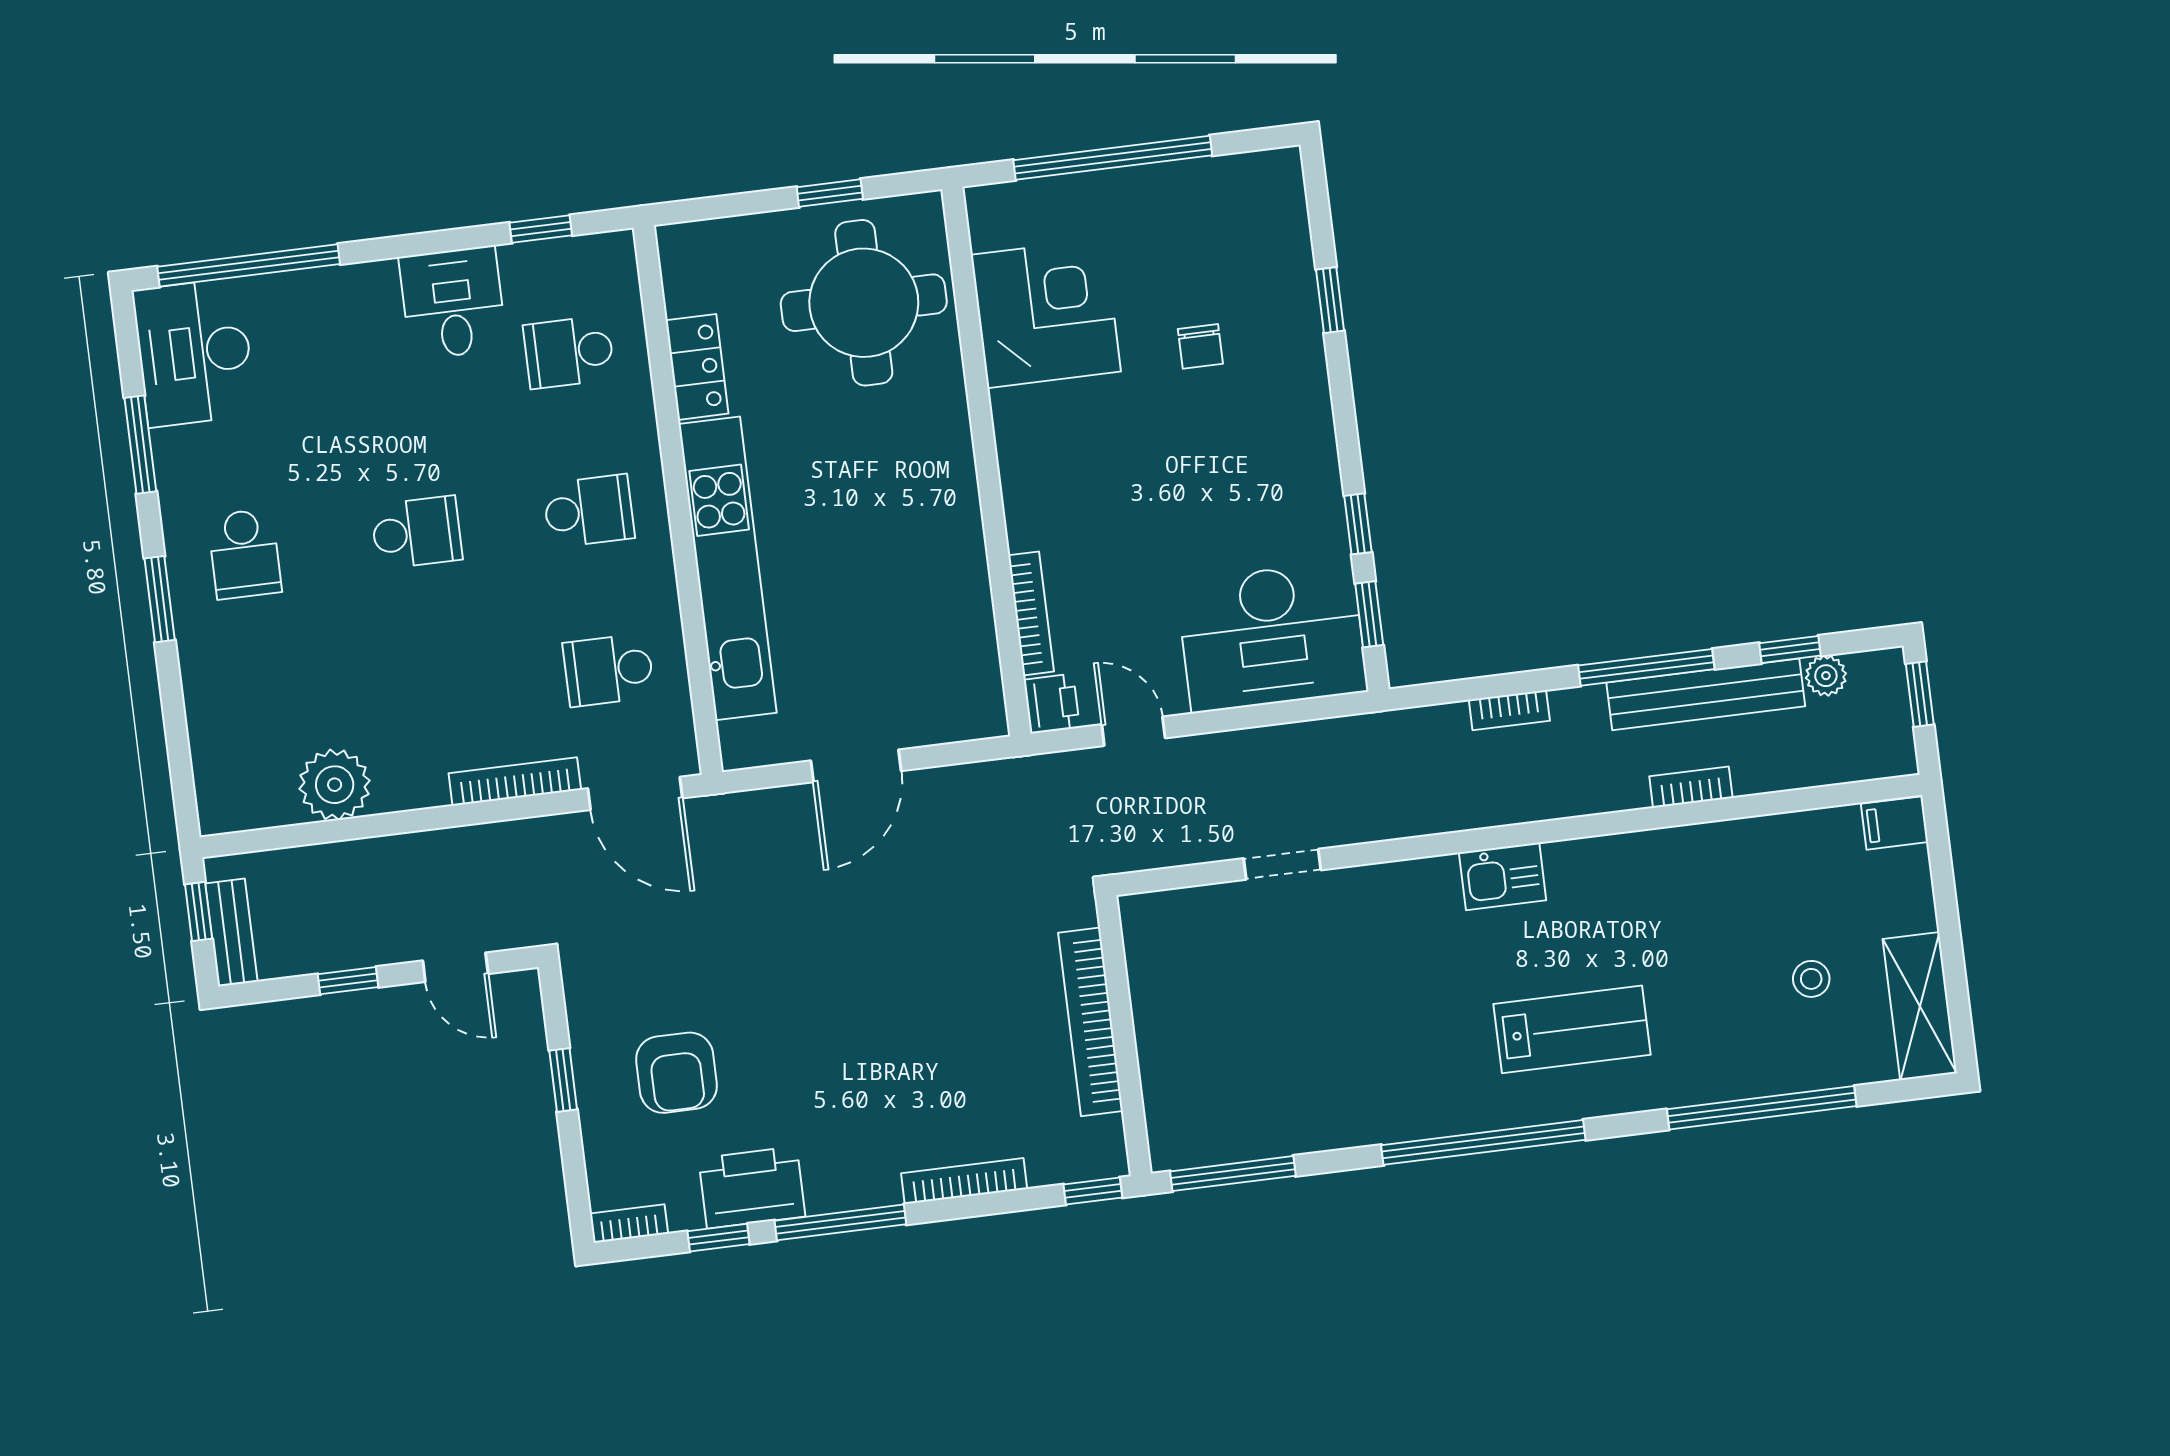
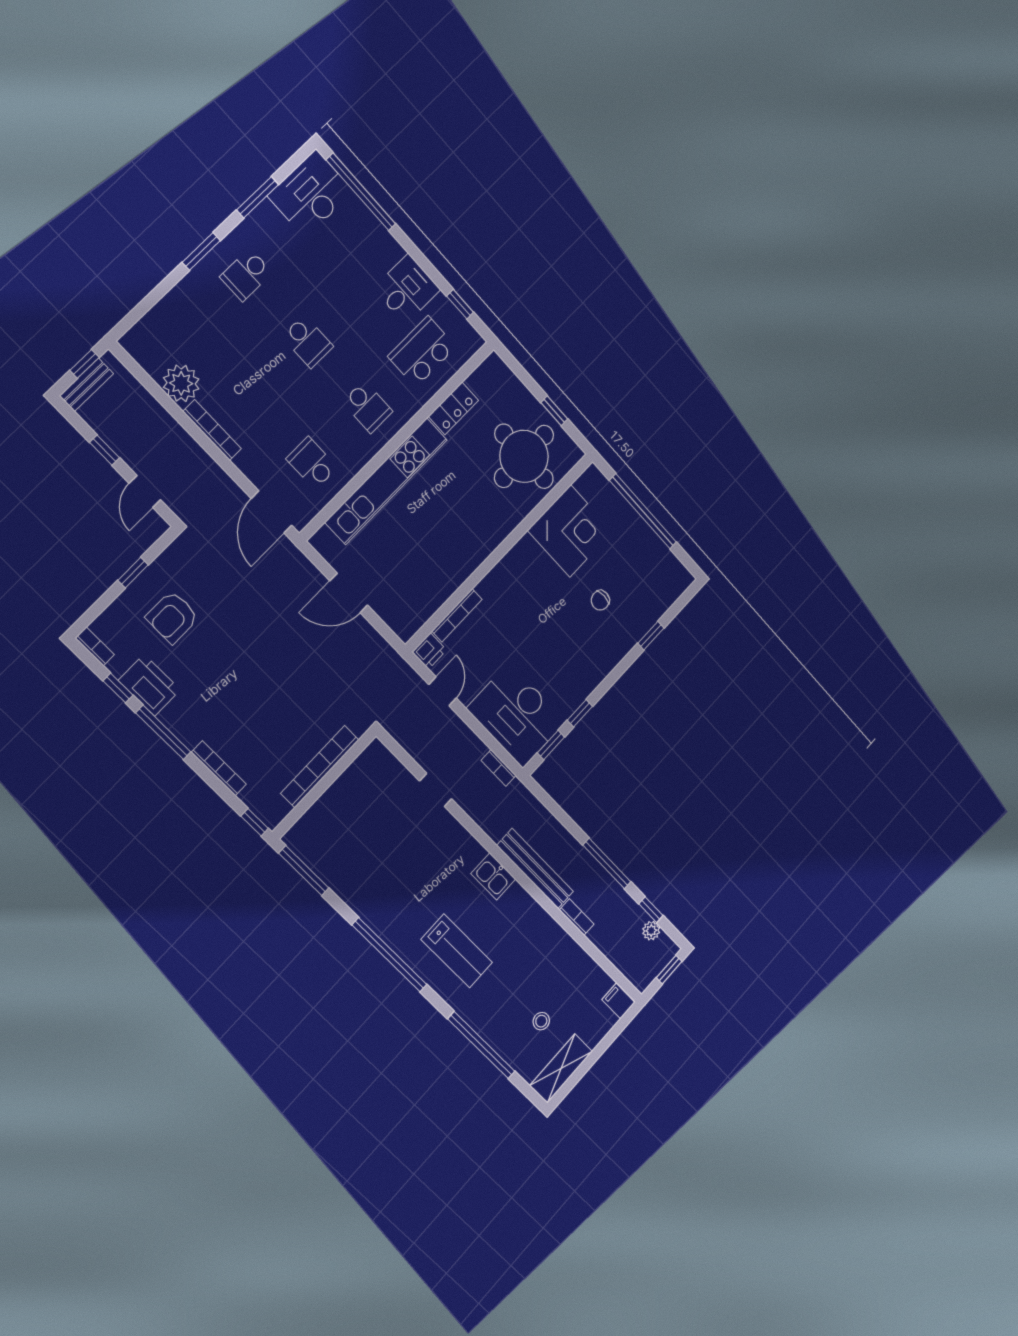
school desk: (569, 352) -> (422, 352), width x1.85
bench: (1706, 694) -> (535, 869), moved
bookcase: (1509, 710) -> (499, 768), moved
bookcase: (515, 781) -> (212, 430), moved

